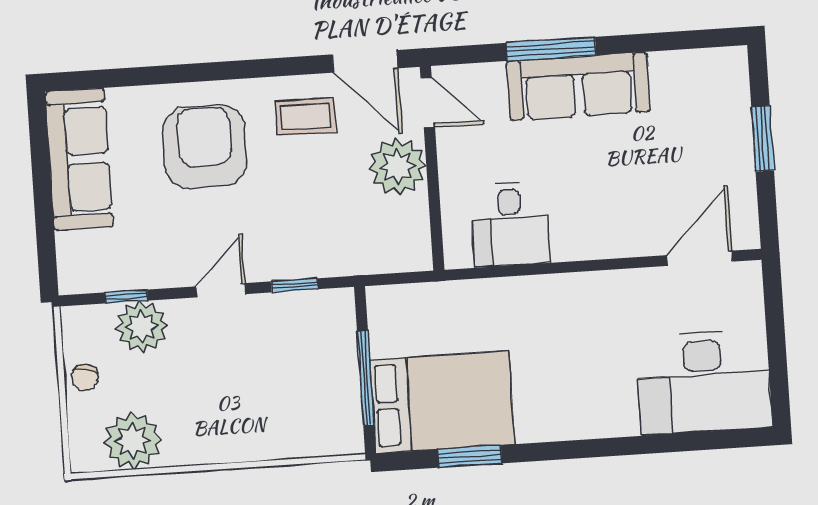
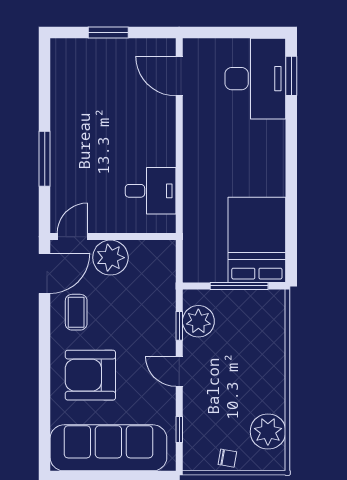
sofa: (578, 86) -> (69, 143), removed
sofa: (79, 159) -> (108, 448), width x1.36, depth x1.27
plant: (142, 327) -> (198, 321), moved
window: (470, 456) -> (291, 76), moved

